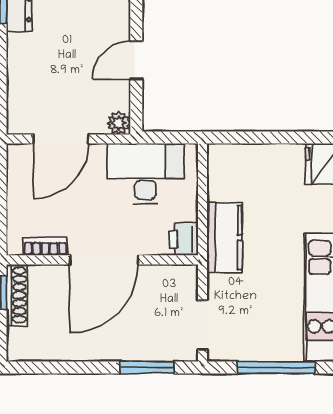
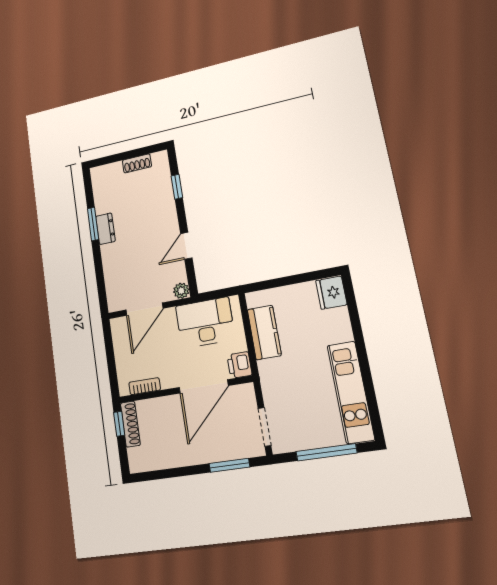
kitchen counter: (224, 238) -> (264, 332), moved
door: (104, 260) -> (204, 386), moved

